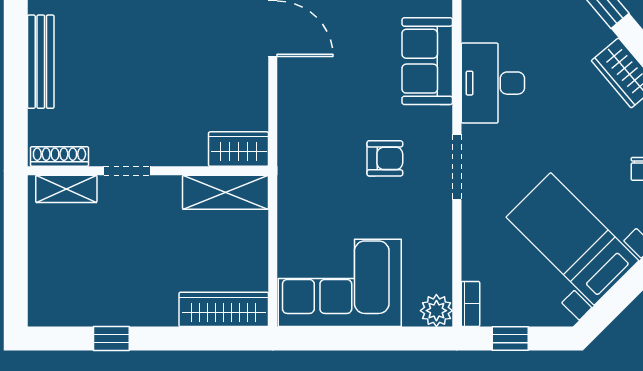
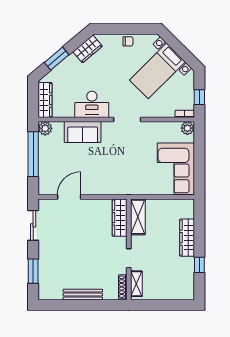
wardrobe: (239, 149) -> (120, 218), width x1.50
armchair: (385, 158) -> (124, 150), removed
wardrobe: (224, 309) -> (187, 238), moved

